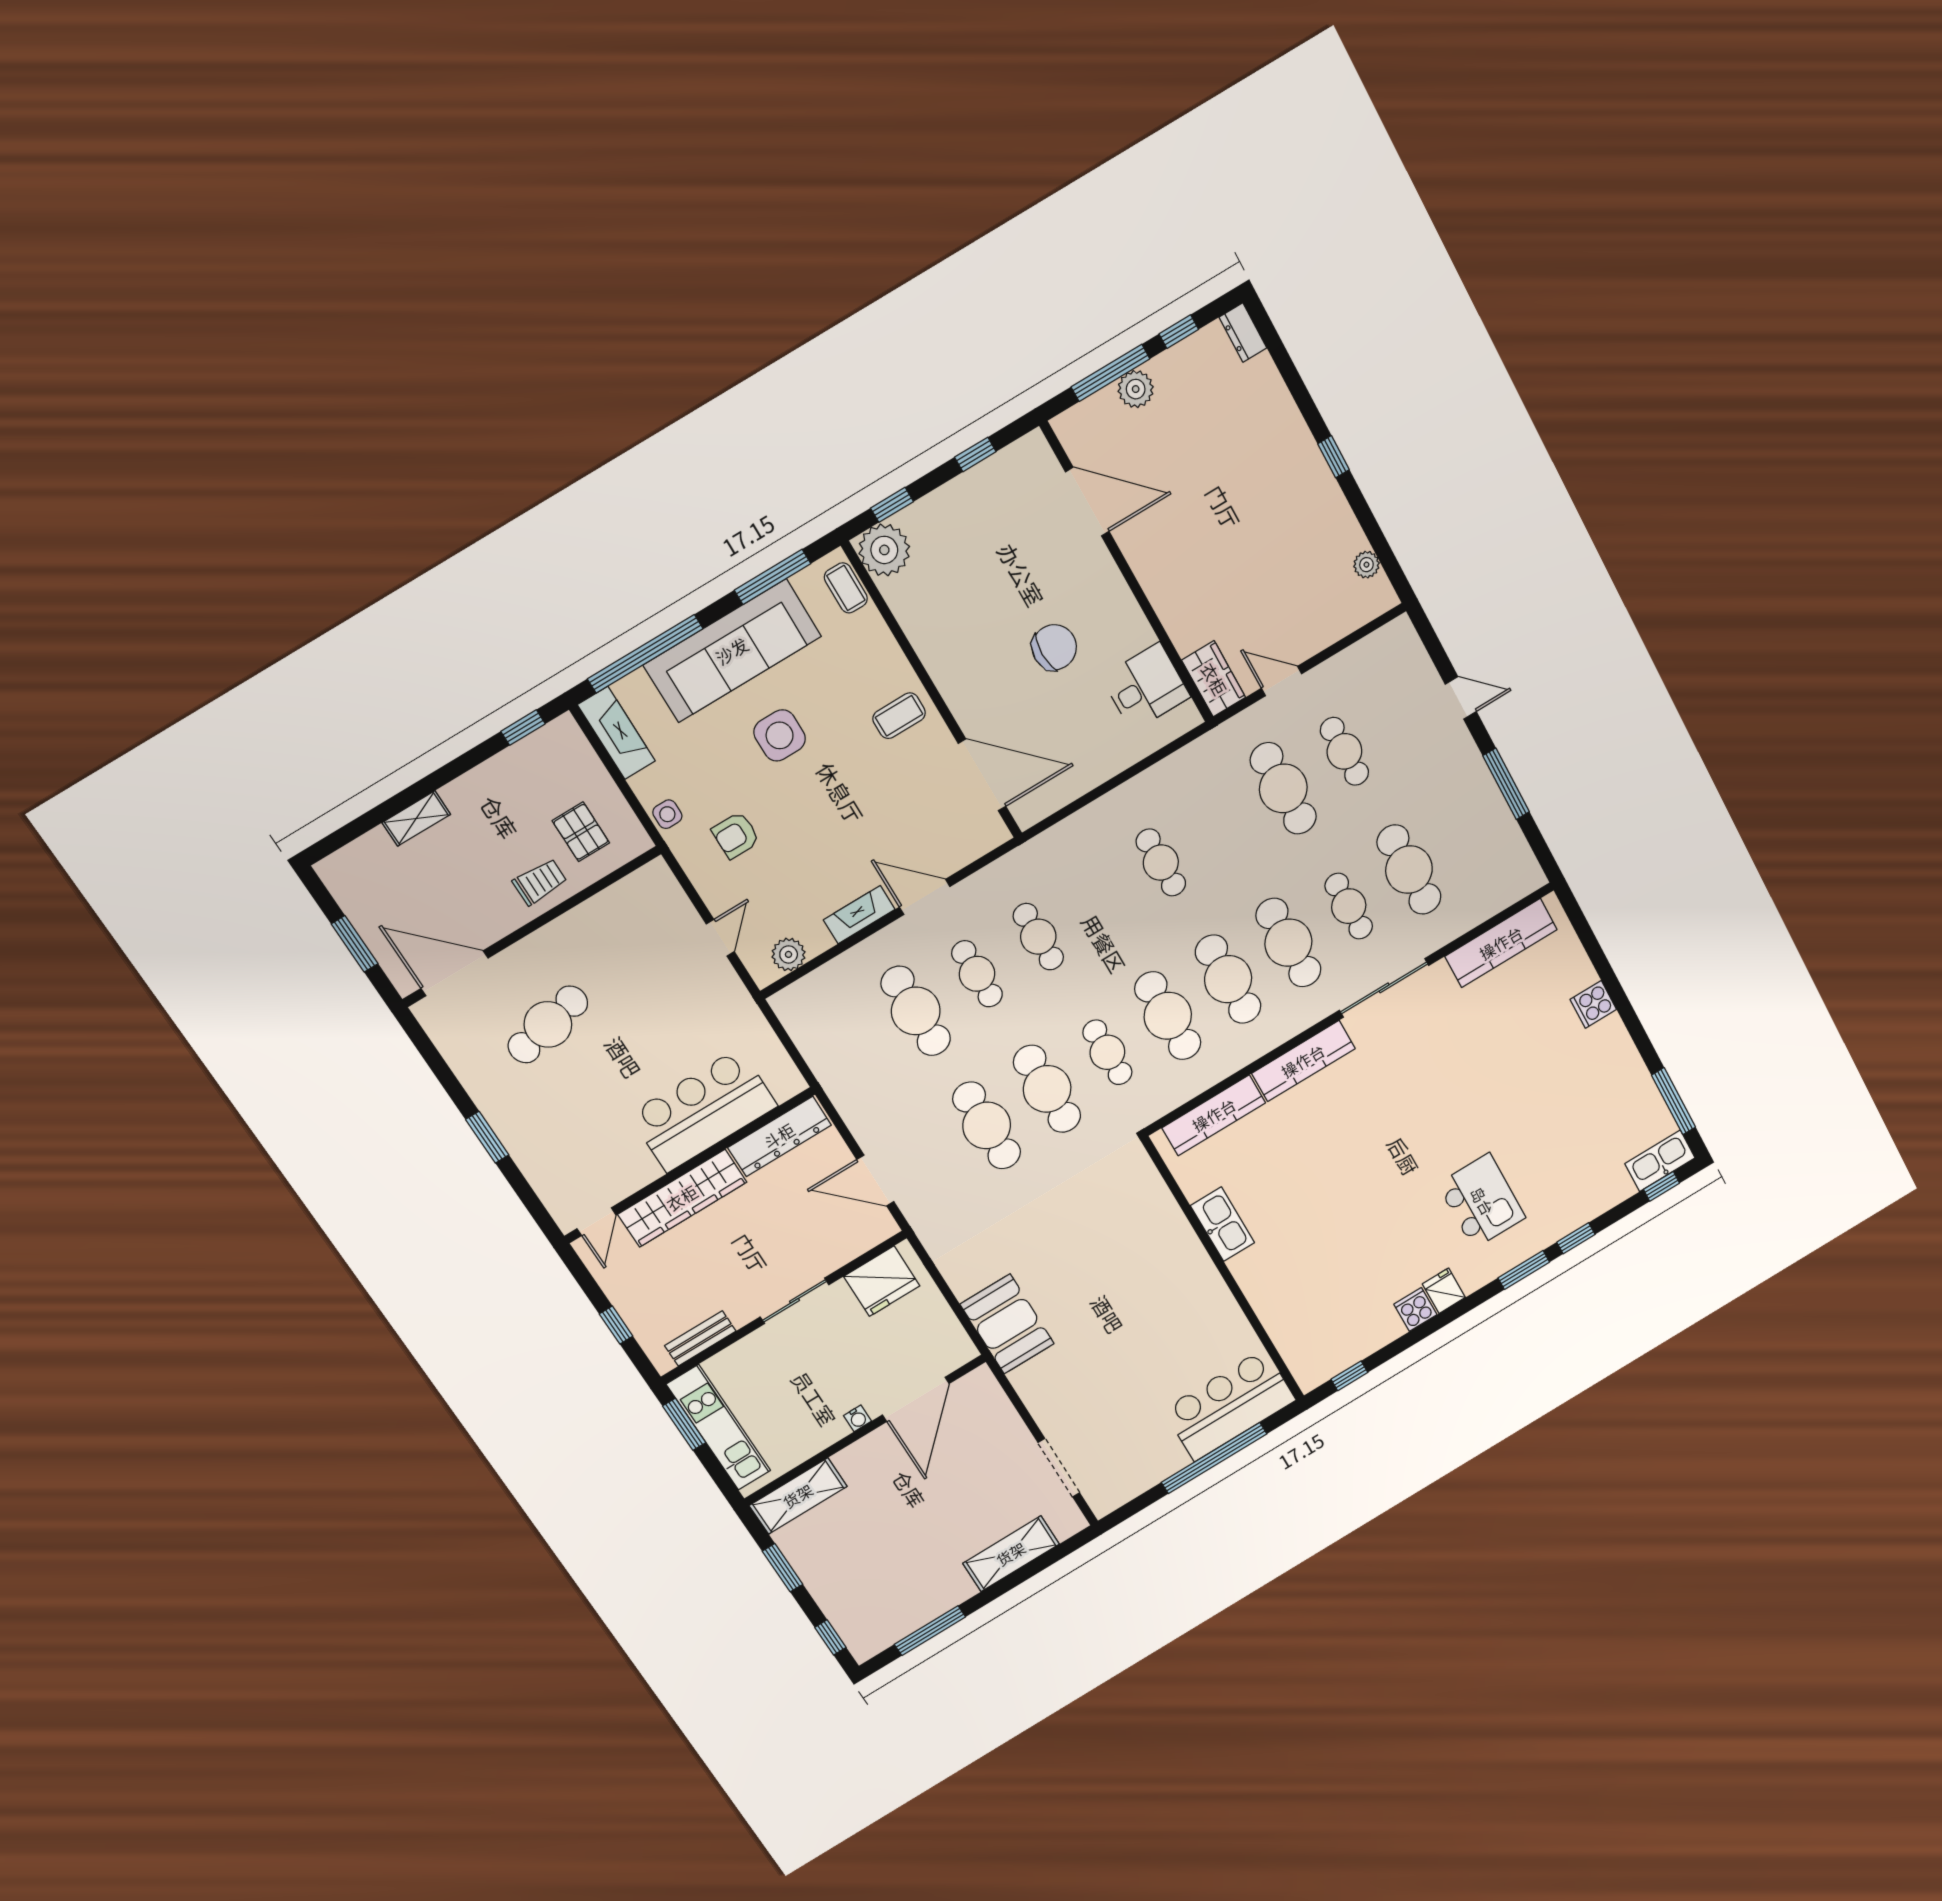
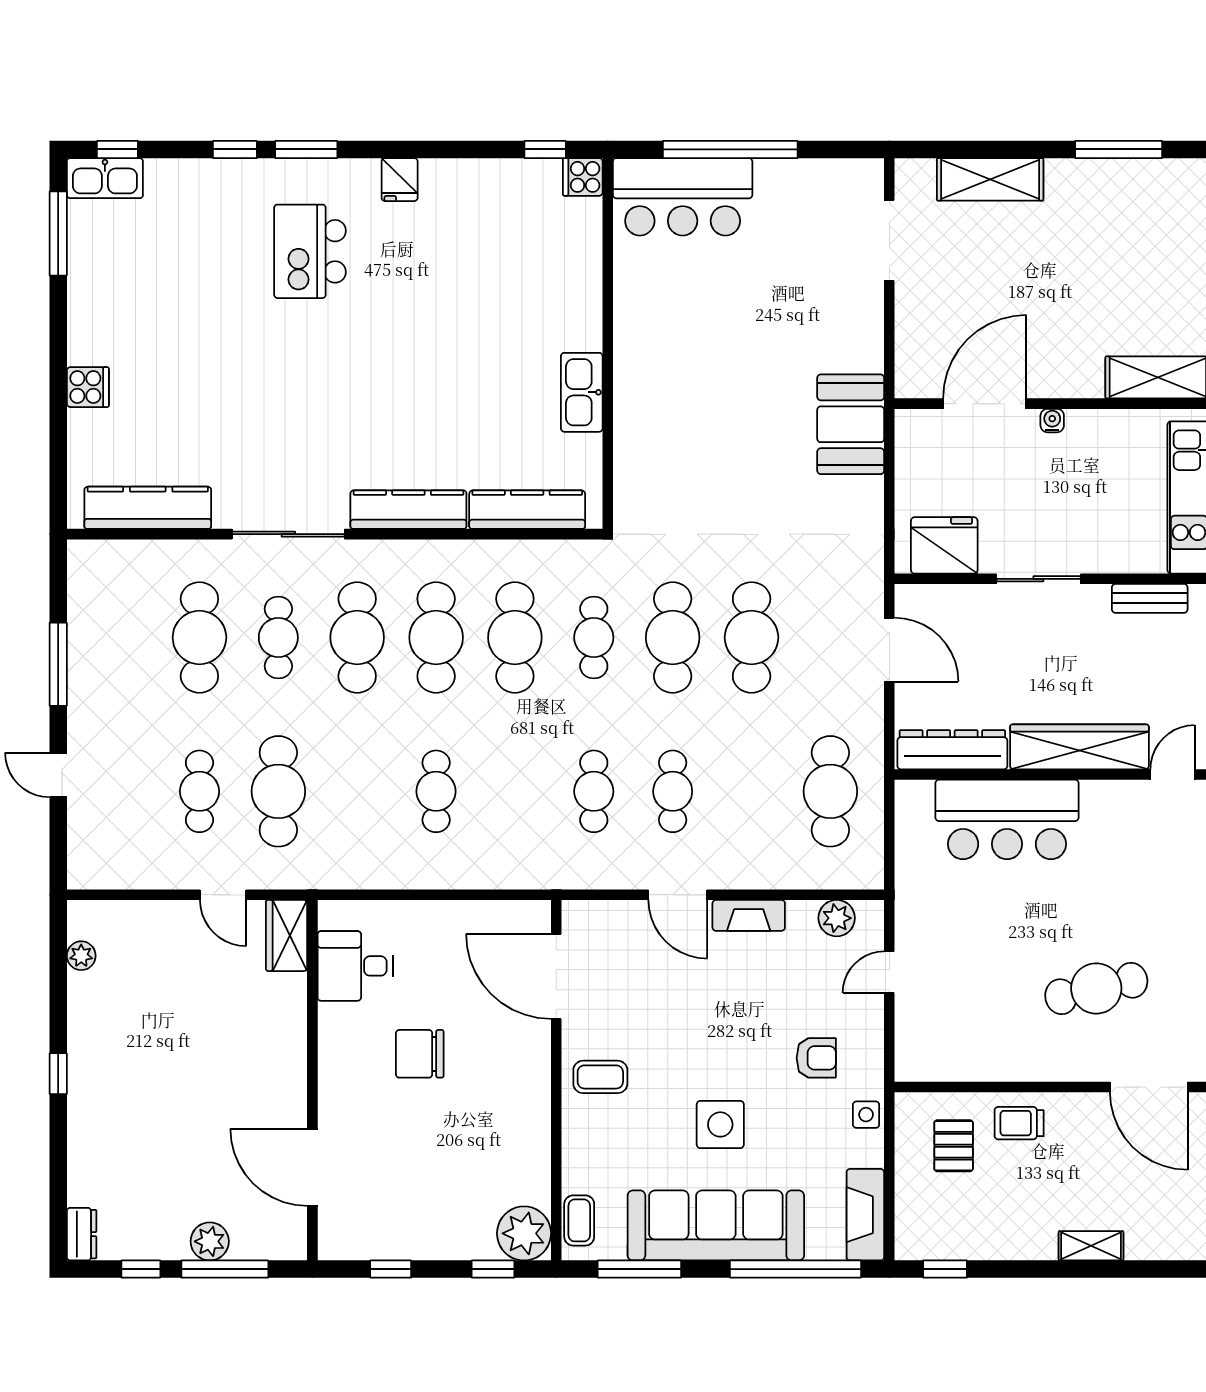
cafe table: (916, 1011) -> (830, 791), moved
cooker: (1415, 1309) -> (583, 177), moved, turned 90

